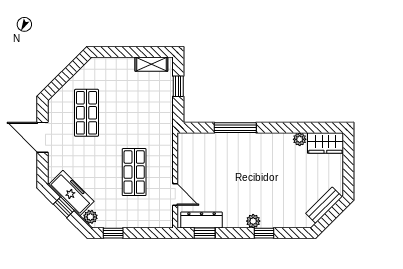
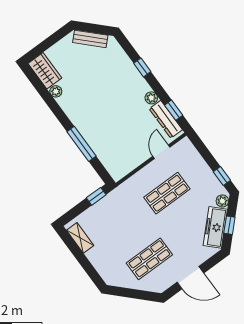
window: (178, 86) -> (96, 196), moved
door: (42, 137) -> (190, 278), hinge flipped
plant: (253, 221) -> (151, 98), moved

